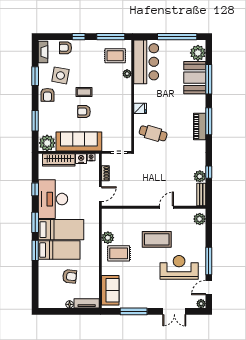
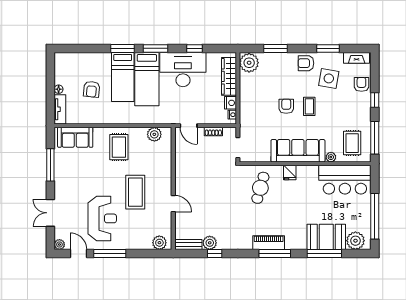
sofa: (79, 141) -> (298, 151), moved, turned -90
plant: (108, 238) -> (154, 134), moved

